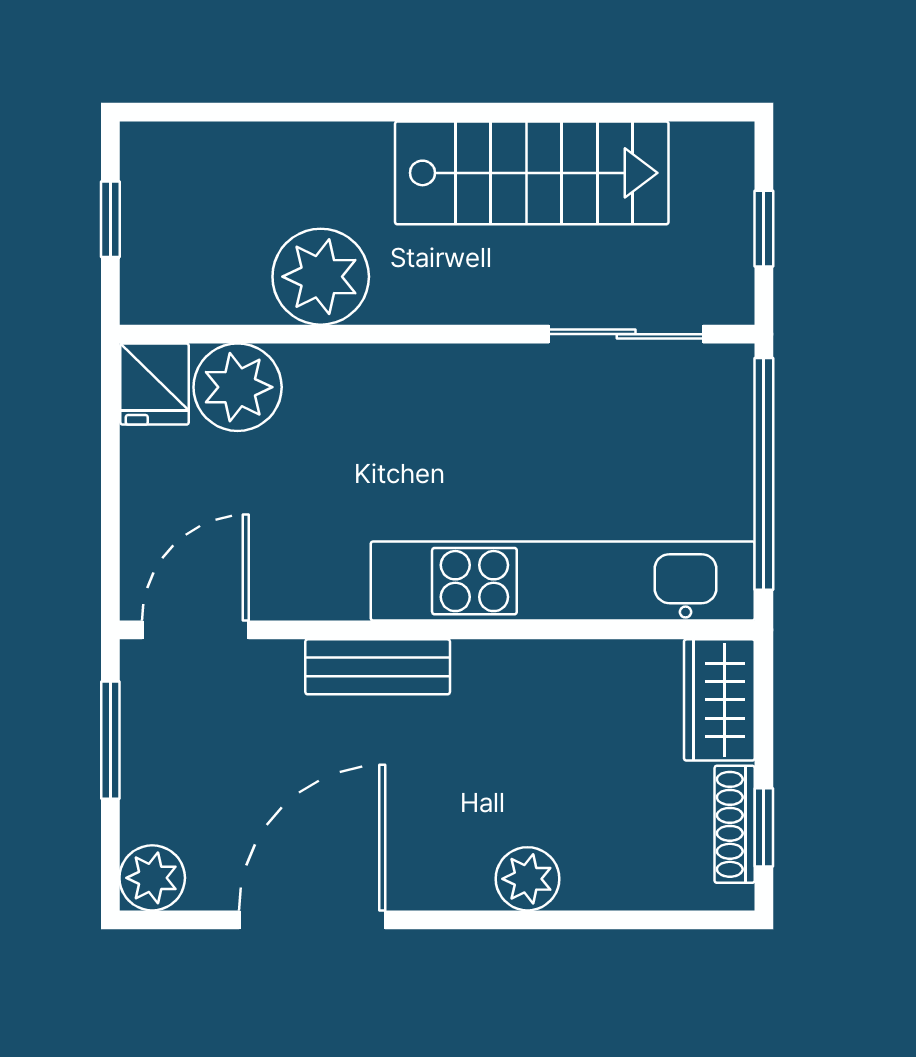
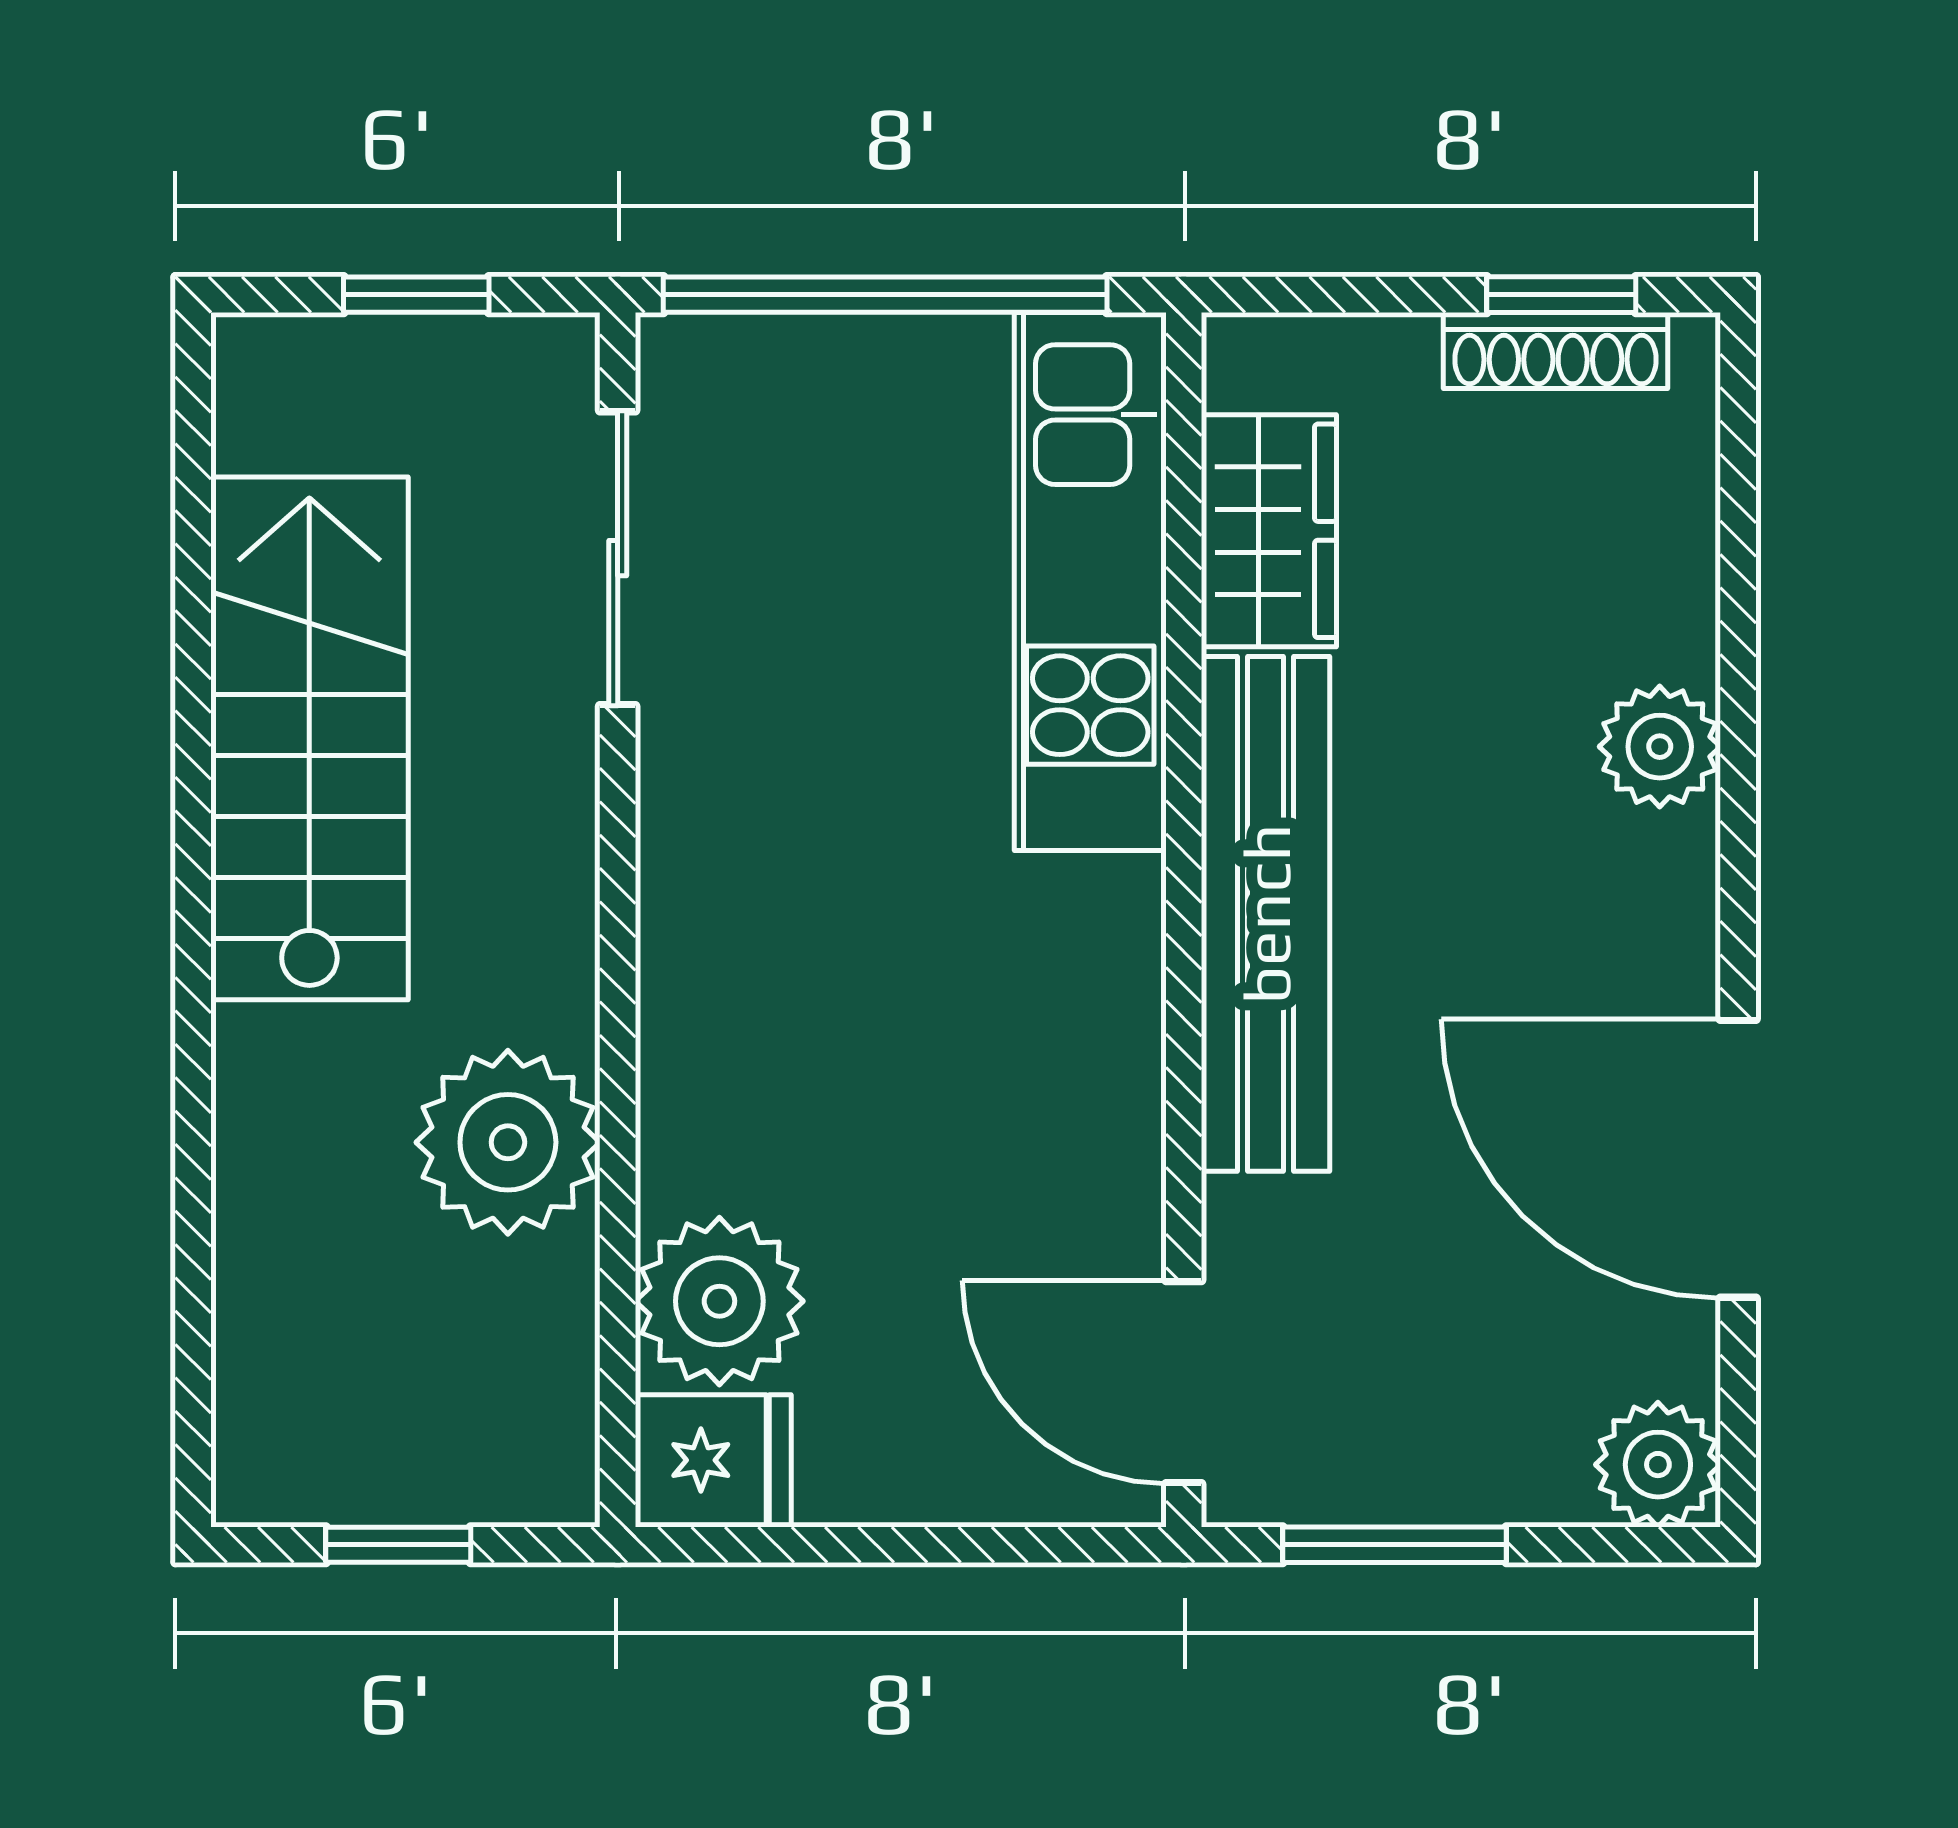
kitchen unit: (563, 581) -> (1090, 581), width x0.73
bench: (378, 667) -> (1266, 914), width x1.86, depth x1.21
wardrobe: (719, 700) -> (1269, 531), moved, turned -90

